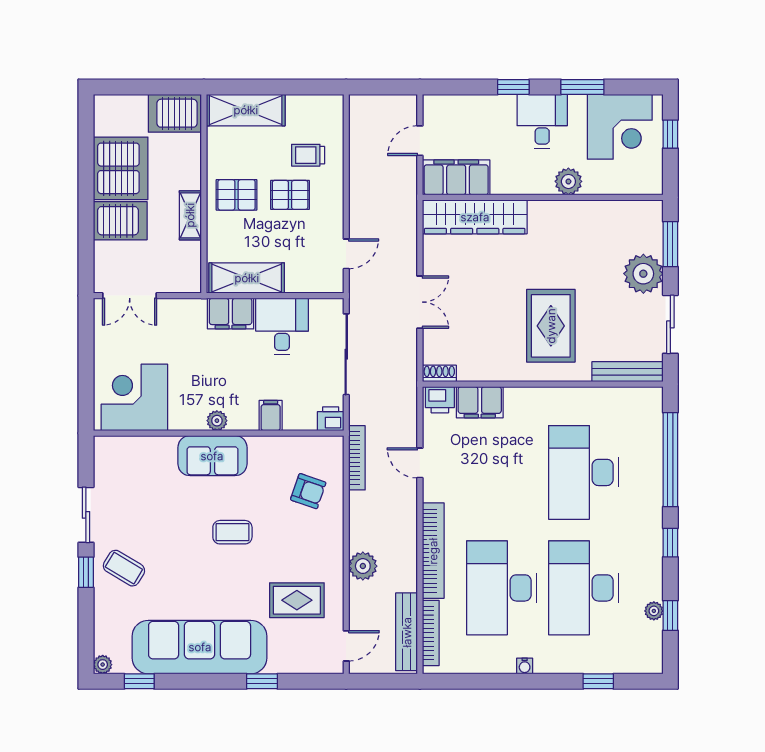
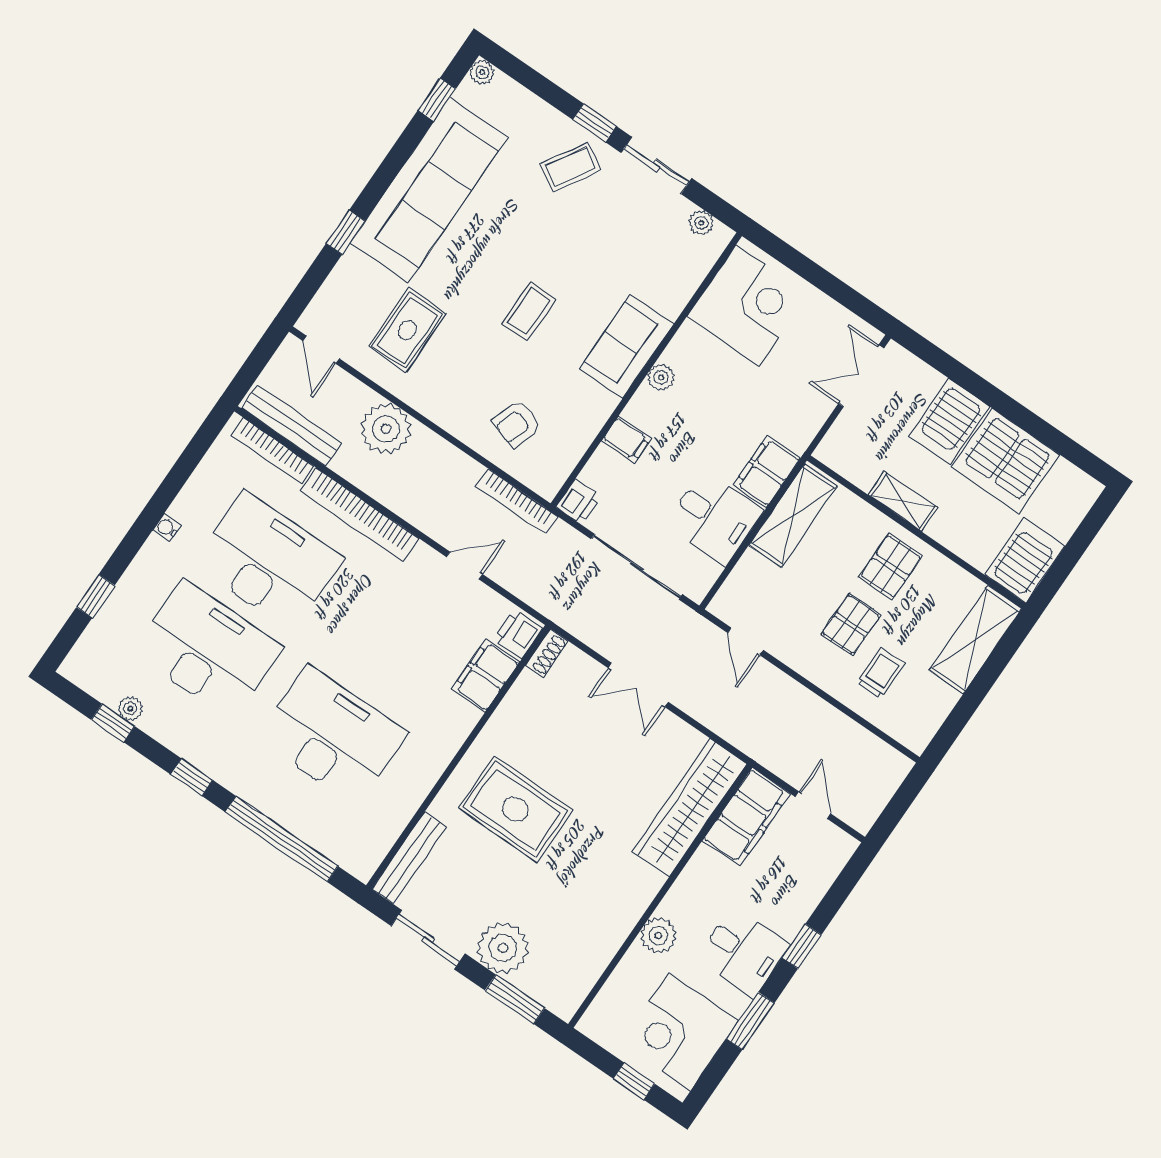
plant: (103, 462) -> (701, 223), added
plant: (363, 566) -> (386, 429), width x1.36, depth x1.36

